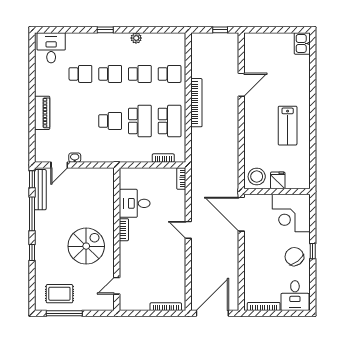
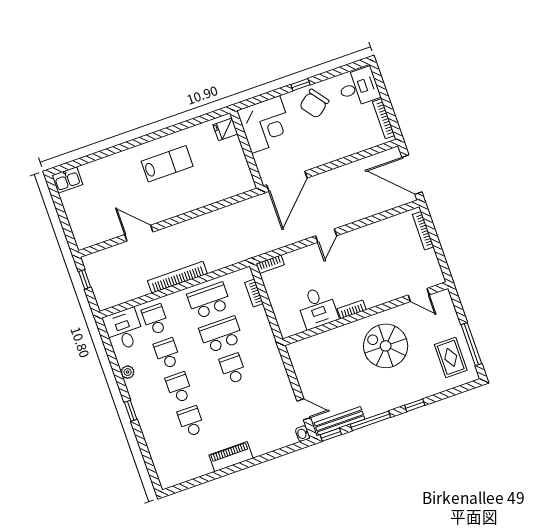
desk: (51, 48) -> (124, 329), moved, turned 90
piano: (42, 113) -> (231, 457), moved
washbasin: (75, 158) -> (303, 434), moved
stool: (257, 177) -> (238, 179), removed
fridge: (278, 180) -> (225, 129), moved

